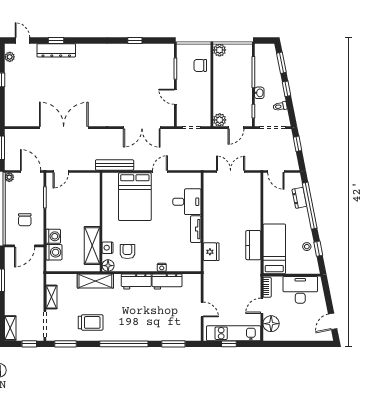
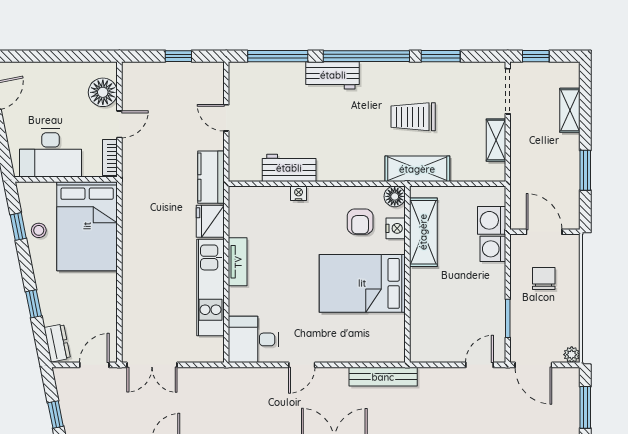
double door: (231, 171) -> (152, 365), moved
door: (276, 171) -> (94, 365), hinge flipped
bed: (135, 197) -> (362, 283), moved, turned -90
dresser: (299, 198) -> (57, 343), moved
desk: (187, 202) -> (254, 339), moved
window: (310, 206) -> (34, 304), width x0.32
kitchen counter: (253, 245) -> (211, 177), moved, turned 180
door: (25, 246) -> (544, 232), hinge flipped
bed: (274, 249) -> (87, 226), width x1.50
workbench: (136, 282) -> (333, 75), moved, turned 180
trolley: (91, 322) -> (413, 117), moved
shelving: (10, 328) -> (570, 110), moved
kitchen unit: (234, 333) -> (210, 287), moved, turned 90
window: (66, 344) -> (441, 56), moved
window: (173, 344) -> (278, 56), width x1.44

